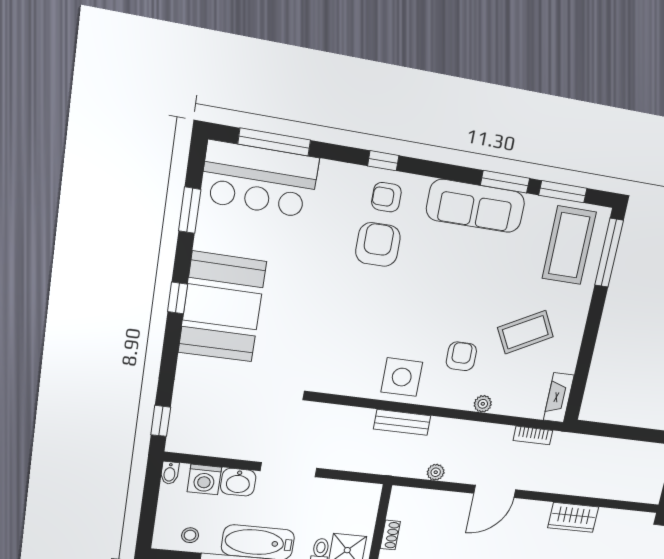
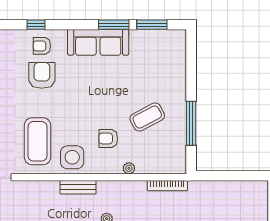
coffee table: (569, 245) -> (37, 141), moved
window: (609, 253) -> (191, 123), moved
armchair: (461, 356) -> (108, 139), turned -90
fireplace: (559, 398) -> (179, 158), removed
bookcase: (533, 435) -> (167, 186), width x1.56

